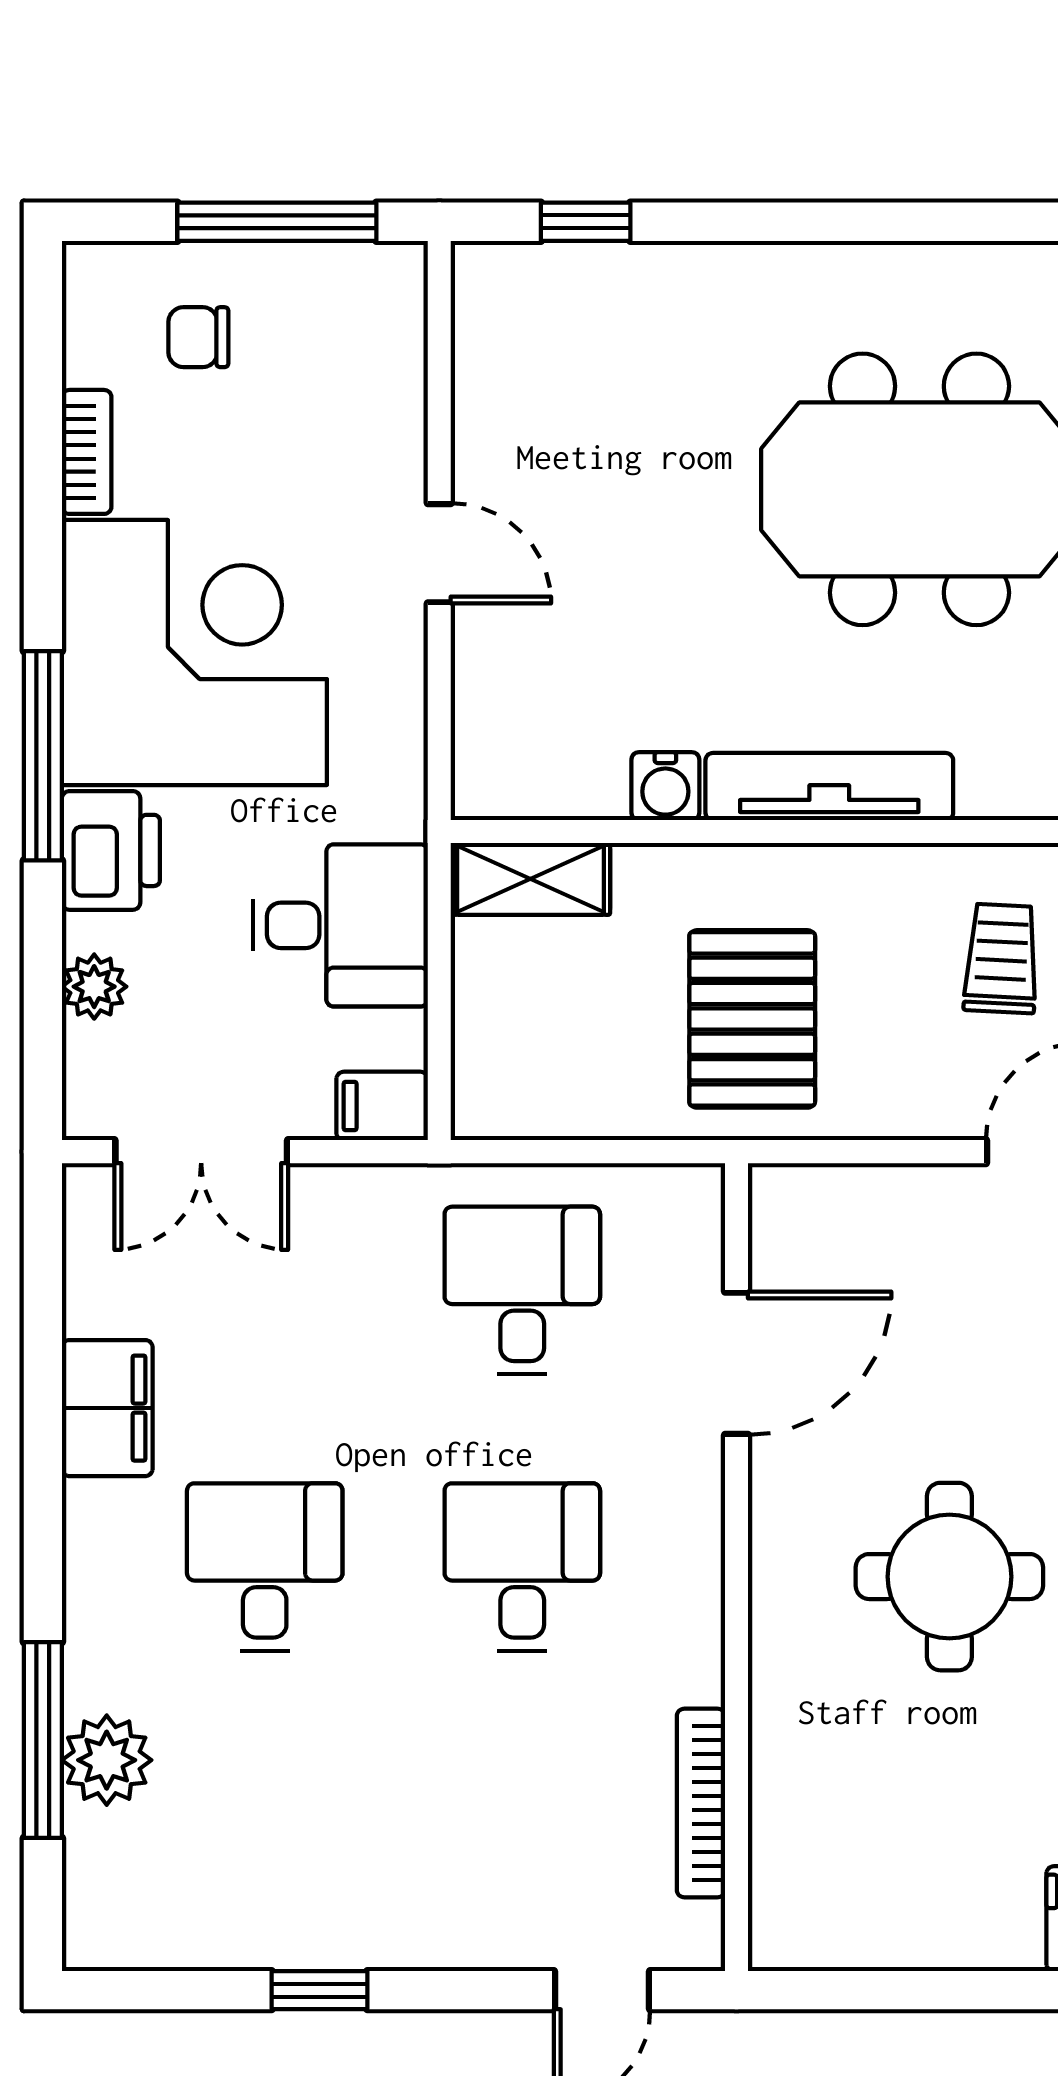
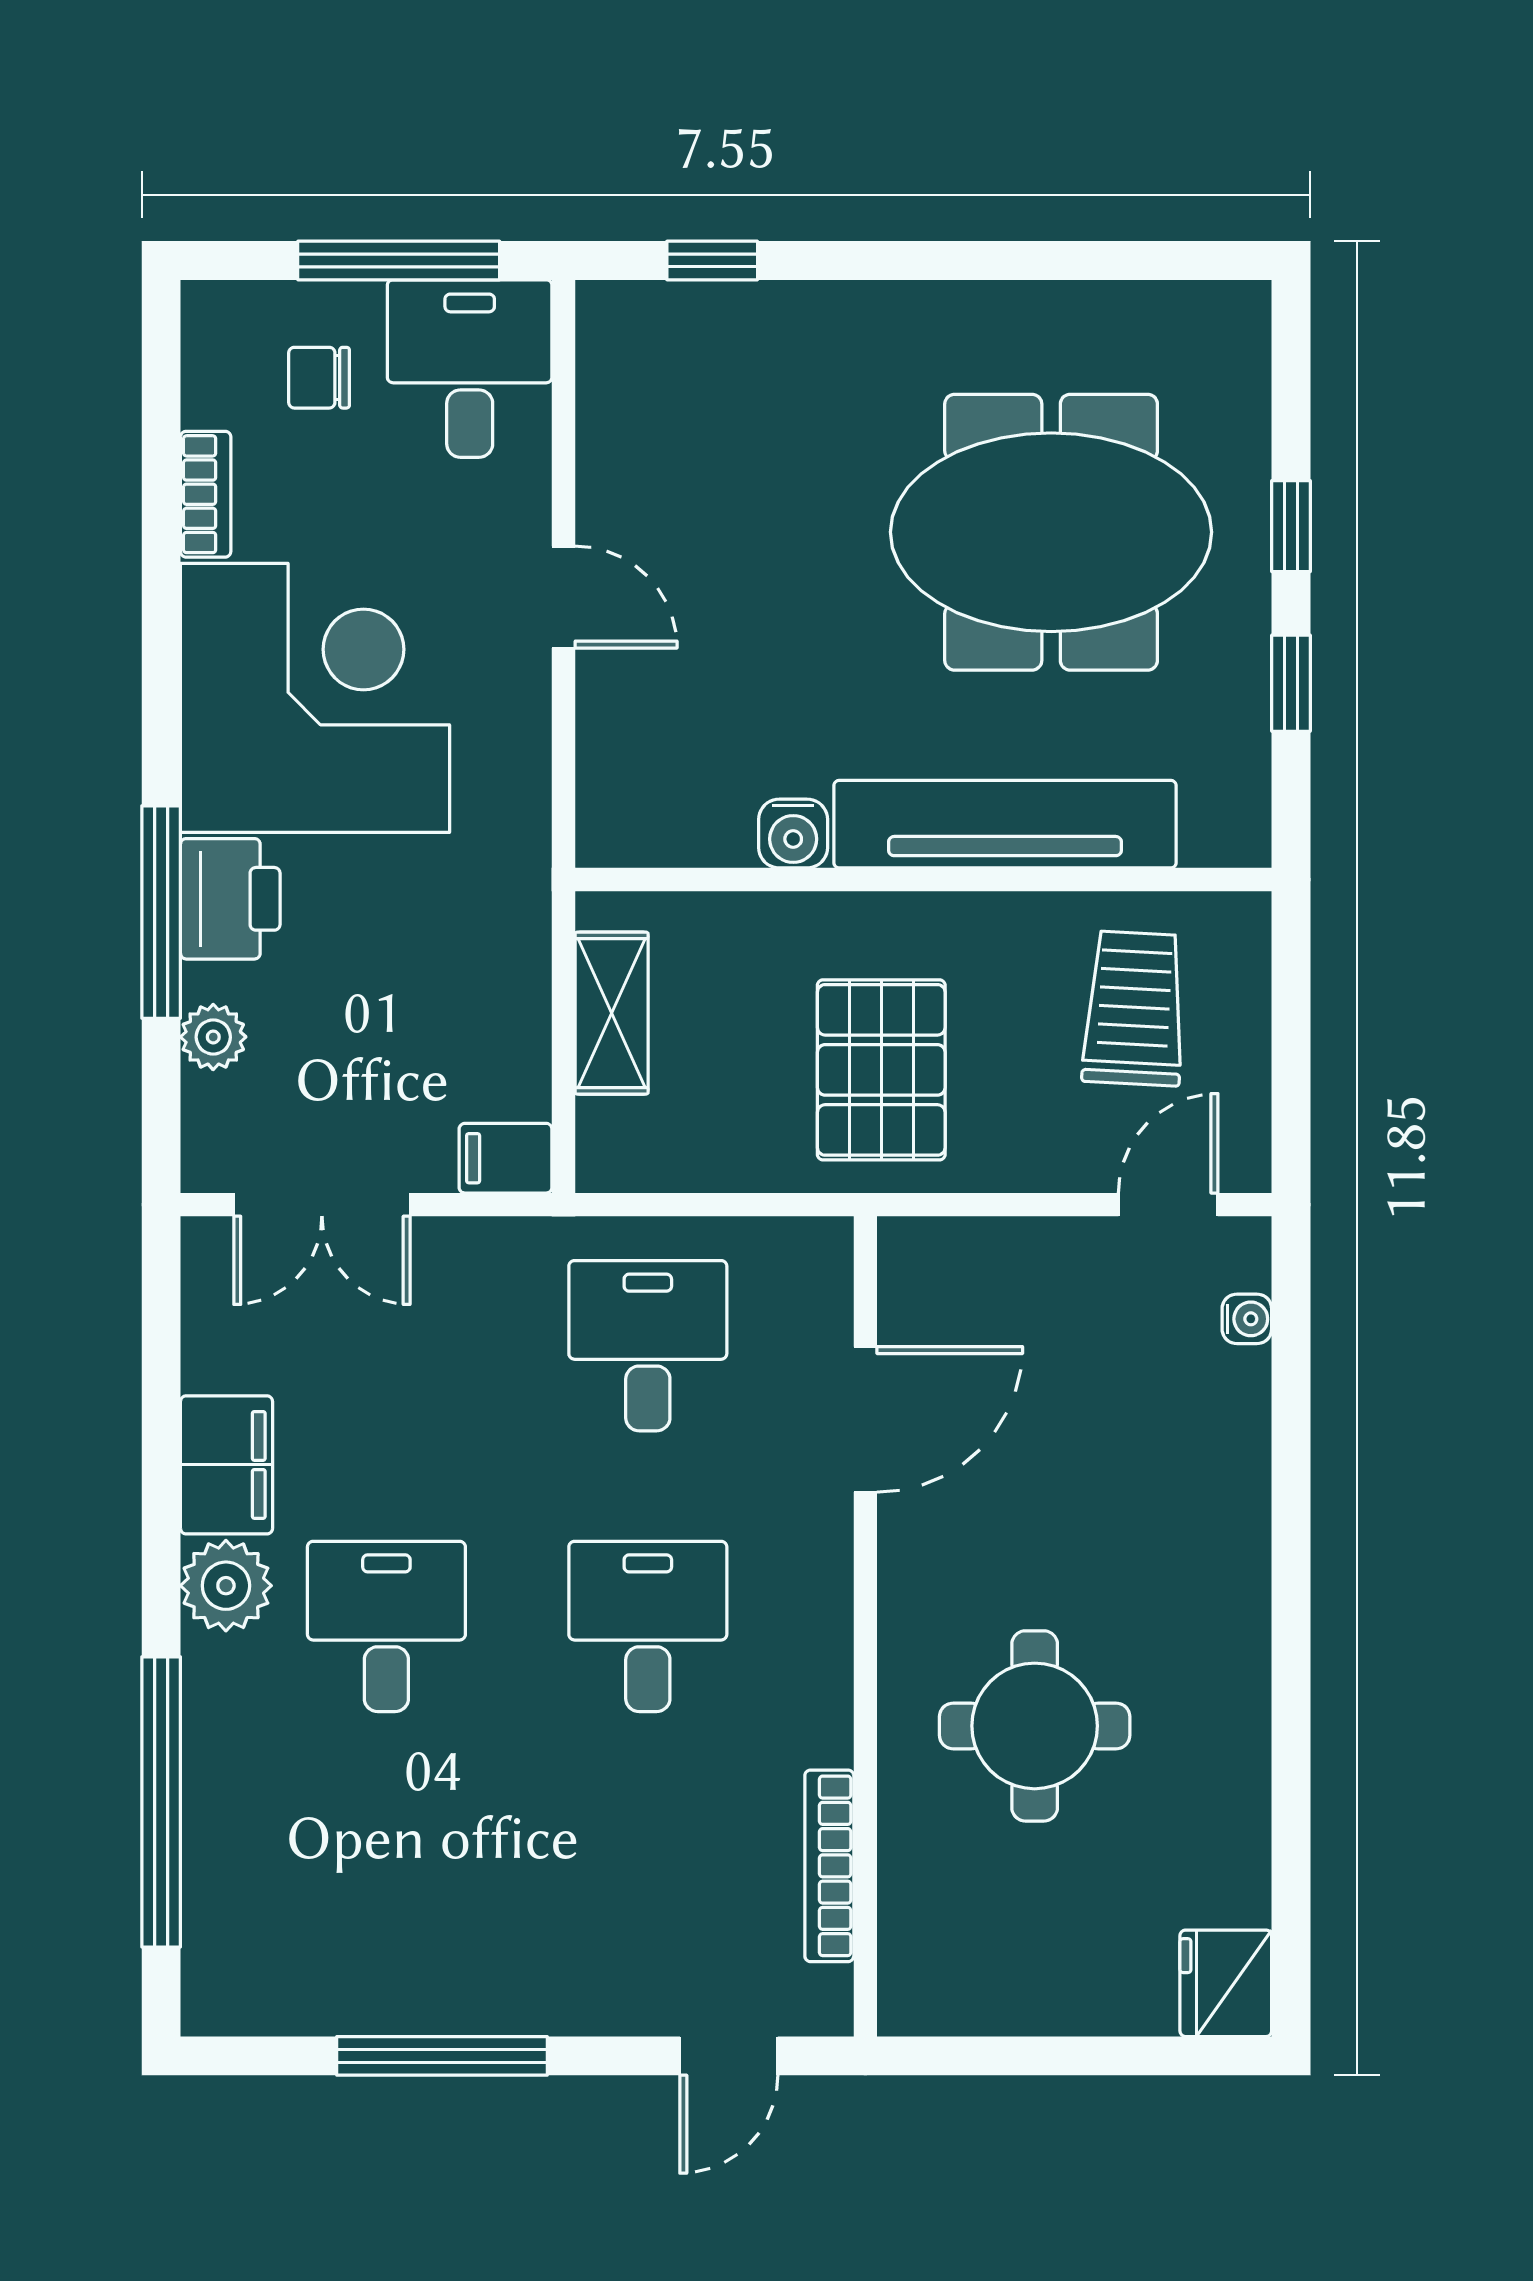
window: (43, 756) -> (161, 912), moved
tv unit: (829, 787) -> (1005, 824), width x1.36, depth x1.29
shelving: (530, 879) -> (612, 1013), moved, turned 90
desk: (340, 925) -> (470, 369), moved, turned -90
trolley: (1001, 959) -> (1134, 1009), width x1.36, depth x1.39
round table: (949, 1577) -> (1035, 1726), moved
window: (43, 1740) -> (161, 1802), width x1.46
plant: (107, 1760) -> (226, 1586), moved
window: (320, 1990) -> (442, 2056), width x2.17

